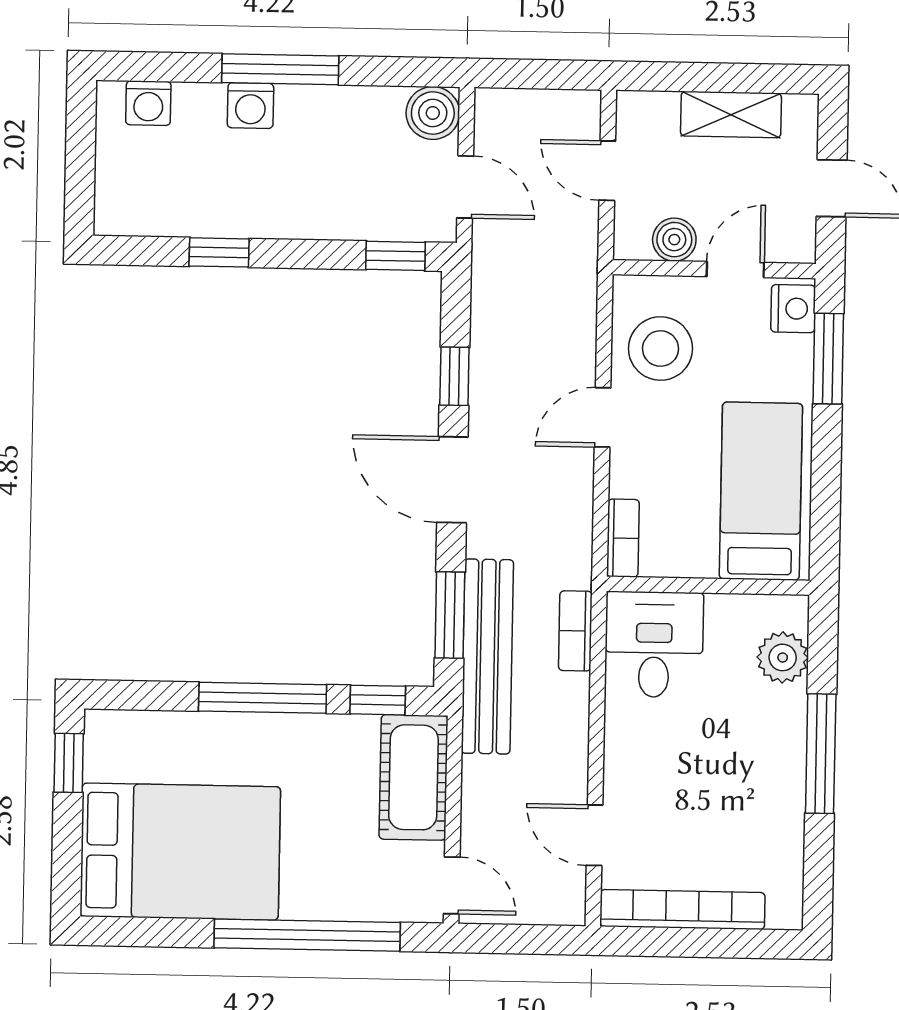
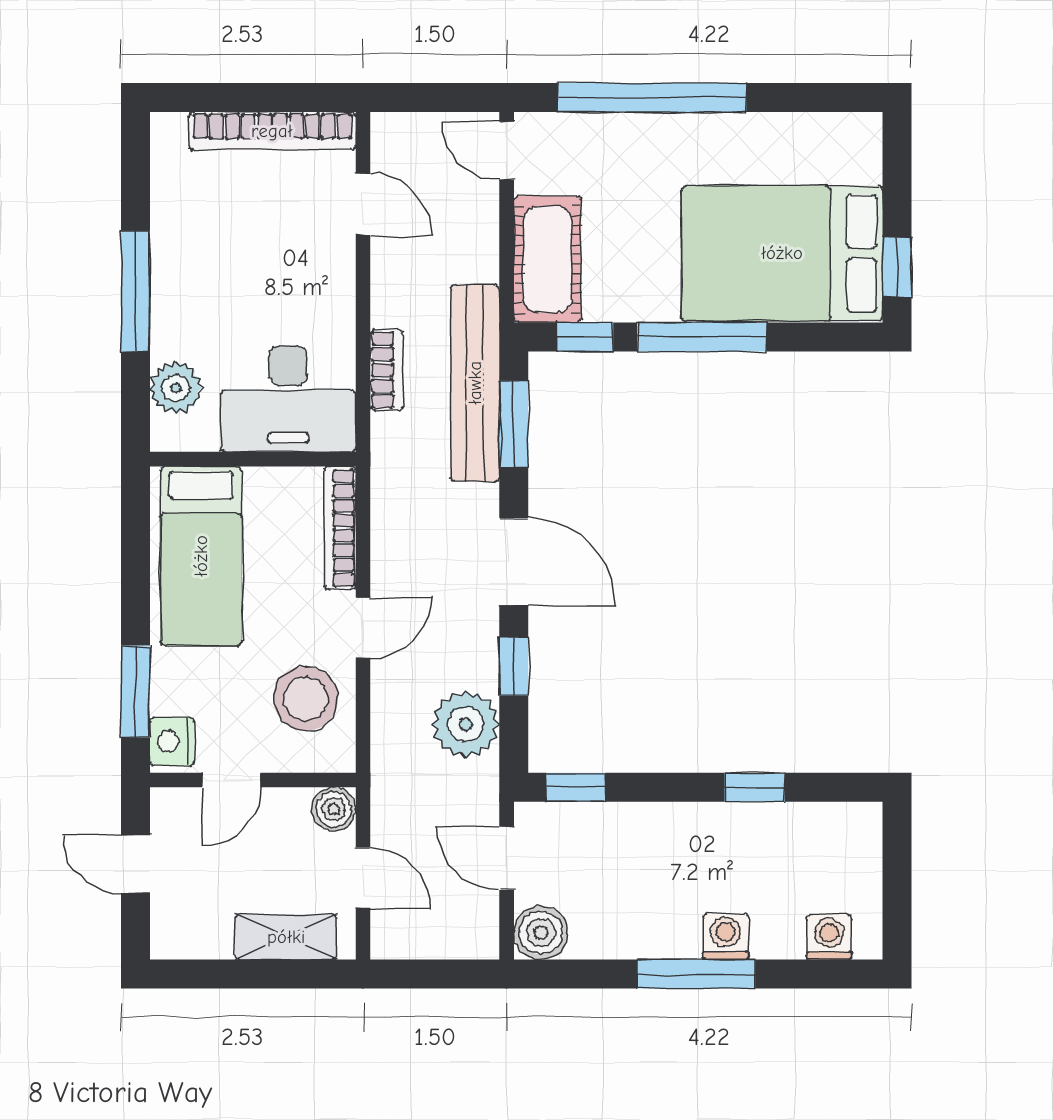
shelving: (731, 115) -> (286, 937), moved
boiler: (674, 240) -> (334, 809), moved
plant: (503, 320) -> (466, 724), added
bookcase: (623, 538) -> (340, 528), width x1.56
bookcase: (575, 631) -> (386, 370), moved
desk: (654, 644) -> (288, 399), width x1.37
bed: (180, 852) -> (782, 253), moved

